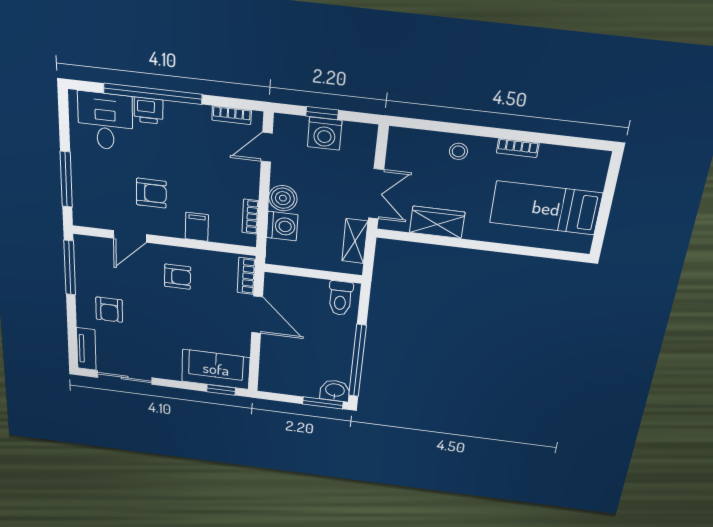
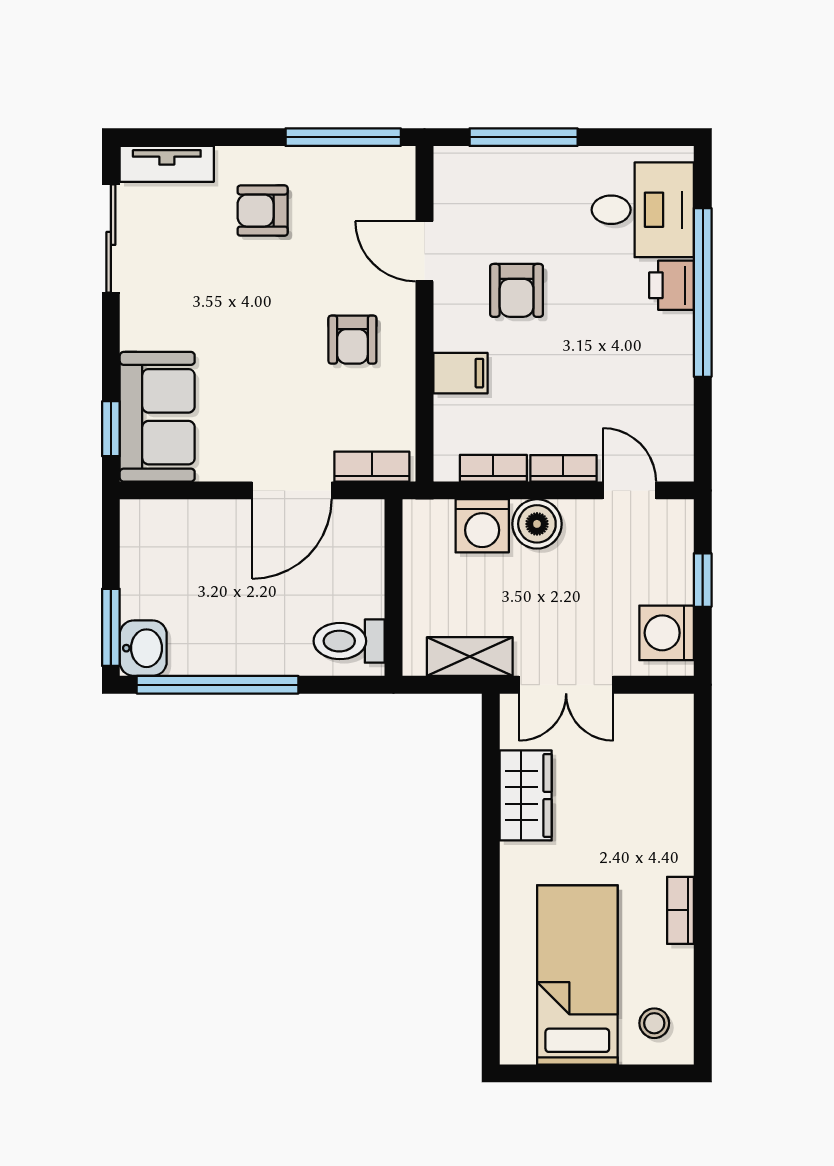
bookcase: (232, 115) -> (563, 468), moved, turned 90
washing machine: (325, 134) -> (667, 633), moved
stool: (458, 151) -> (654, 1023), moved

